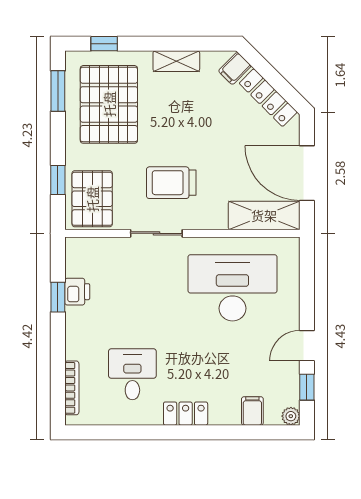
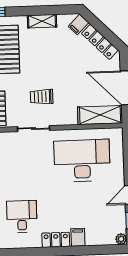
trolley: (171, 183) -> (42, 97), width x0.73, depth x0.72
filing cabinet: (252, 411) -> (78, 237), moved

